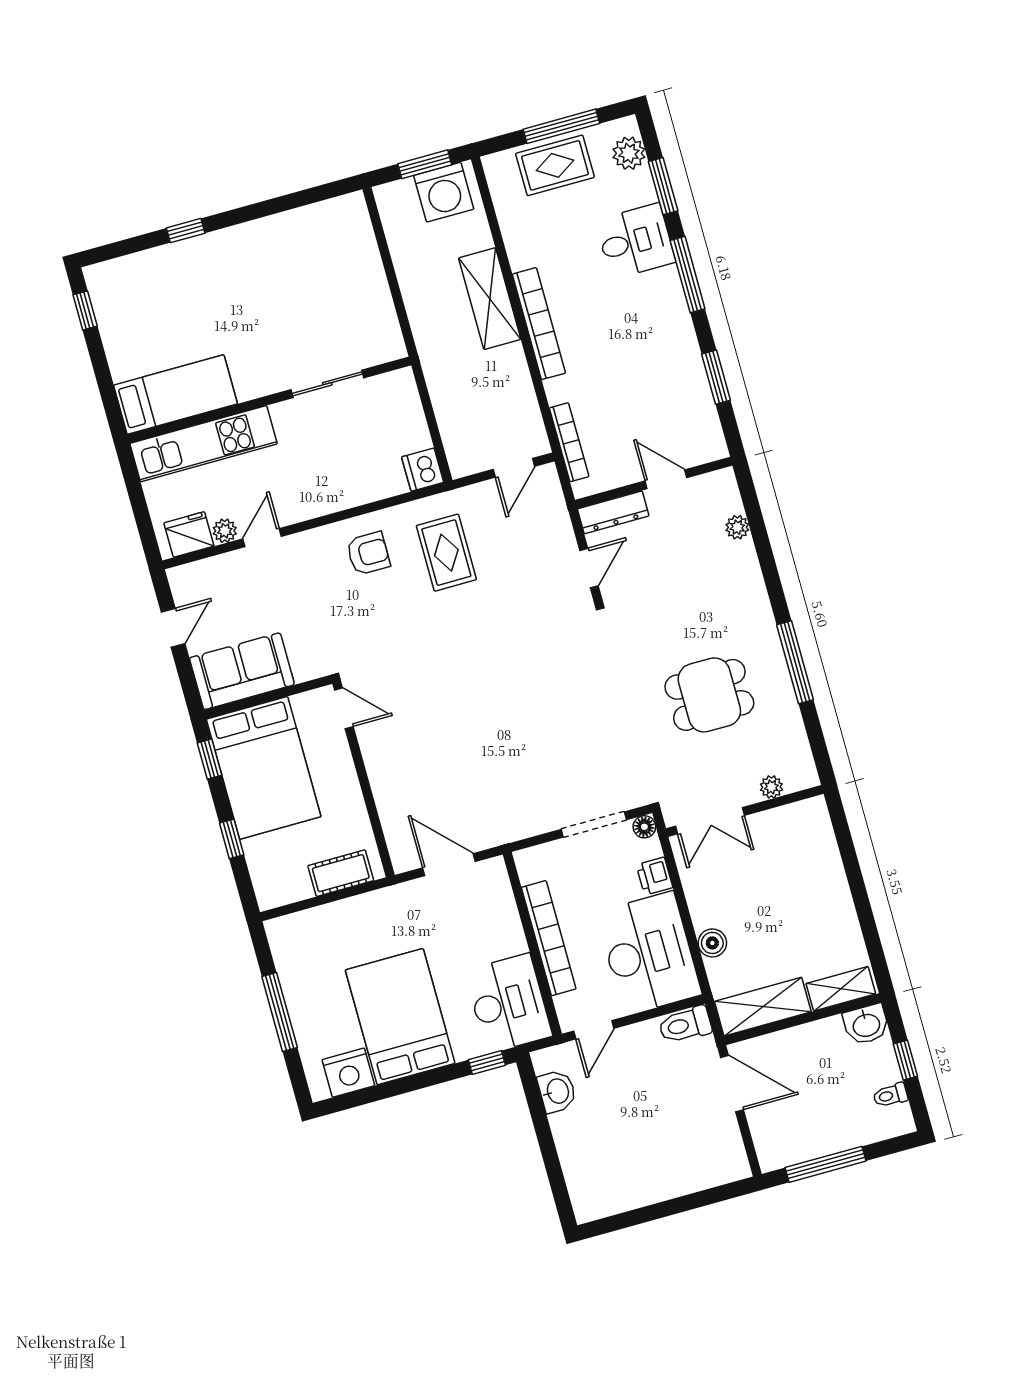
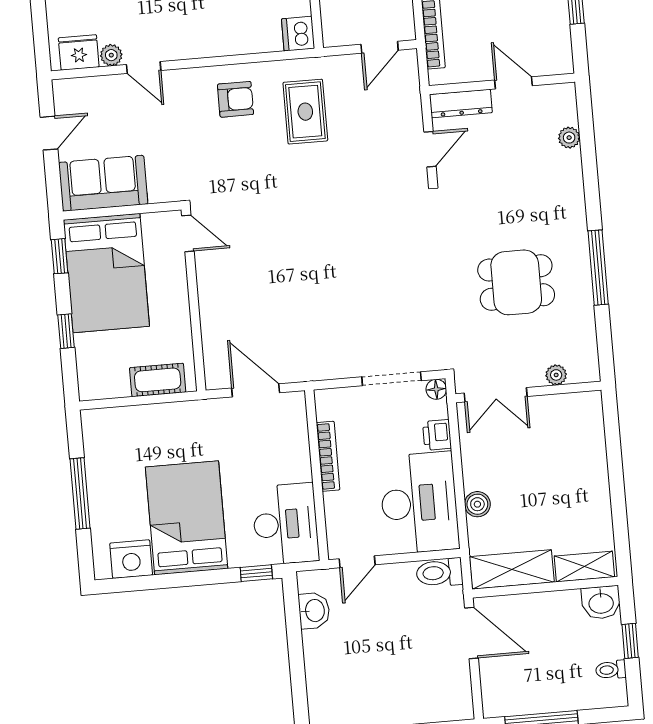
door: (262, 538) -> (144, 67), swing flipped
bookcase: (549, 938) -> (328, 456), width x0.68, depth x0.76

